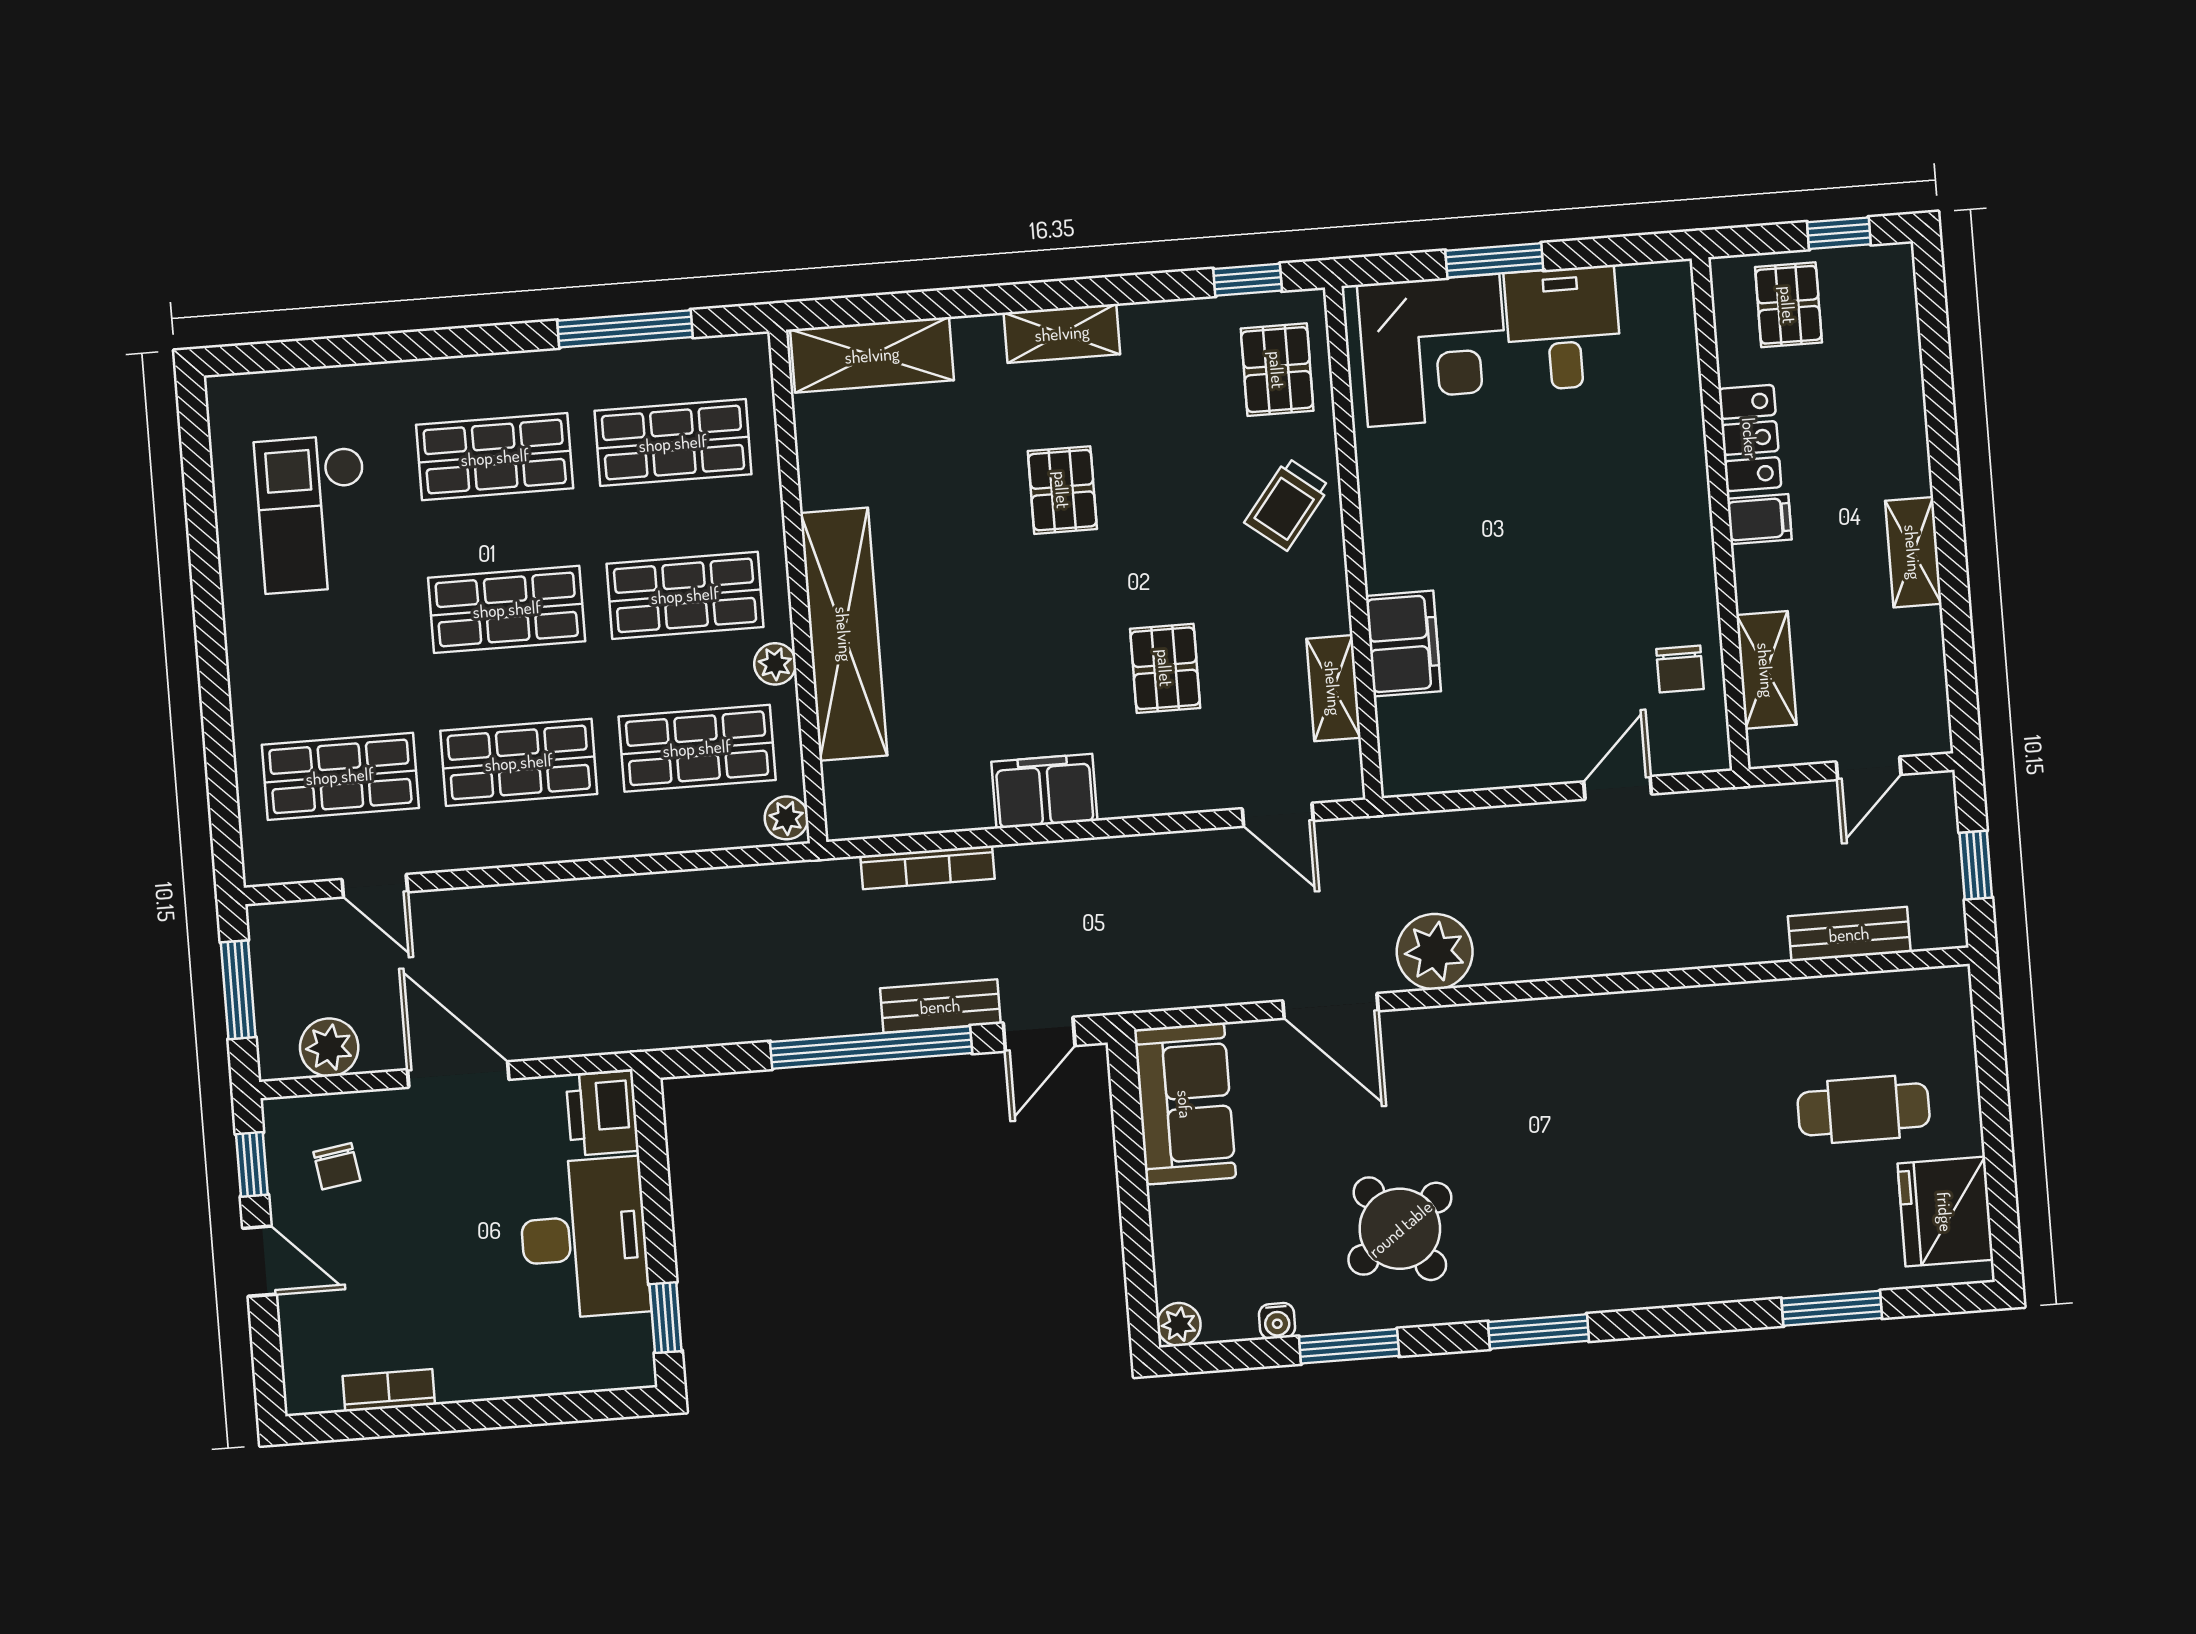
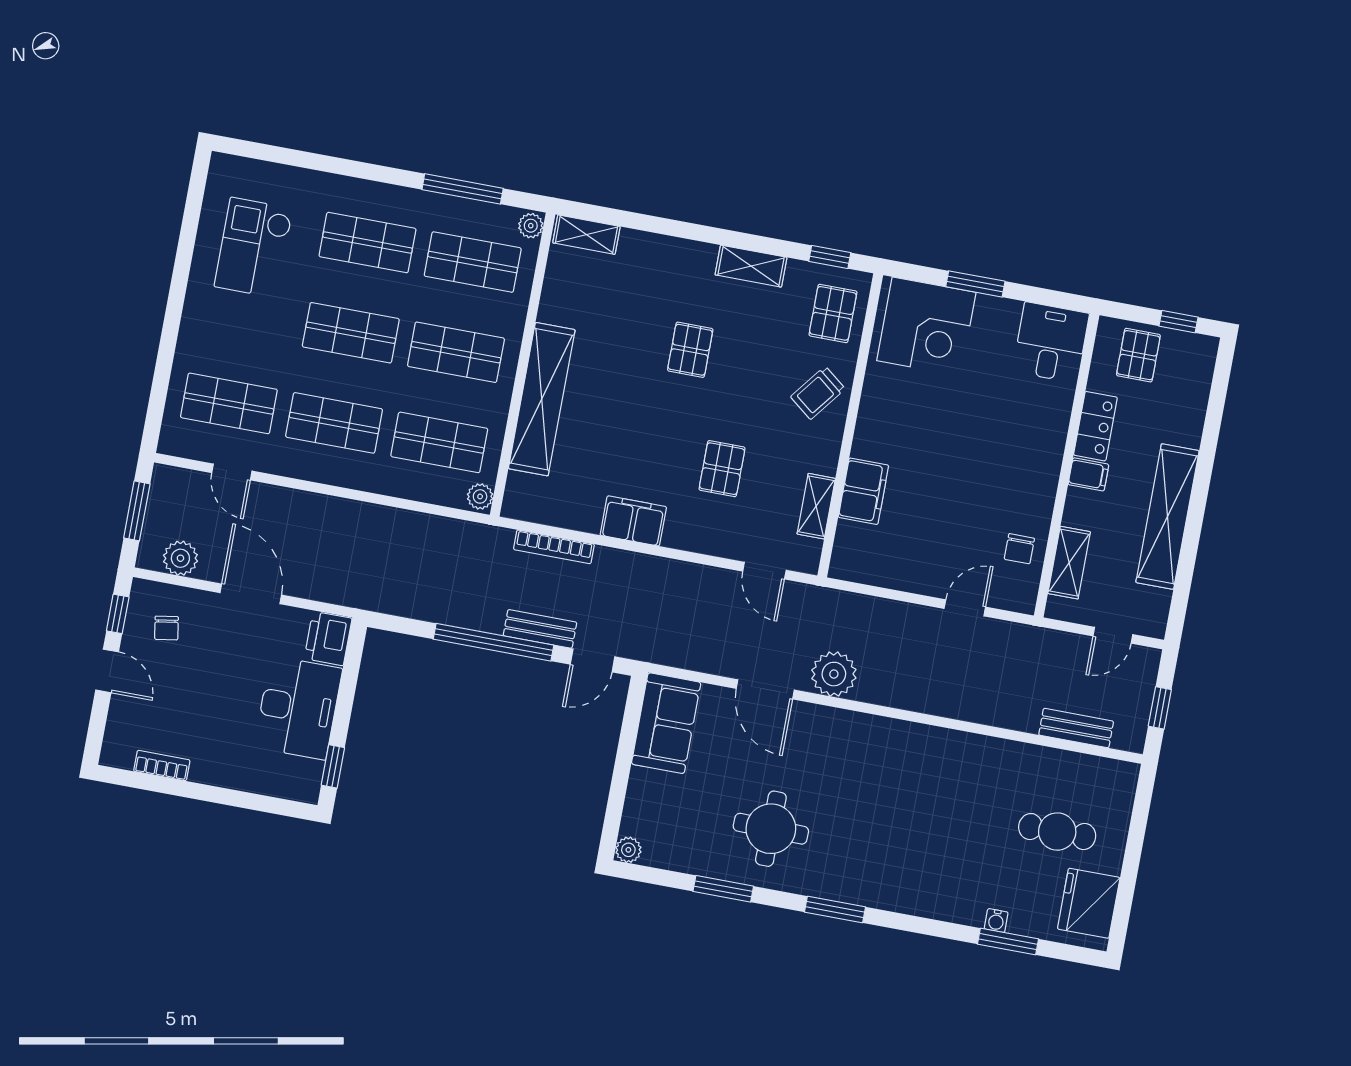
desk: (1563, 328) -> (1051, 342), moved
shelving: (1062, 333) -> (751, 266), moved
shelving: (872, 355) -> (586, 235), width x0.67, depth x0.75
shelving: (1913, 552) -> (1167, 517), width x2.20, depth x1.33
plant: (775, 664) -> (531, 226), moved
round table: (1400, 1229) -> (771, 829), turned 37
water cooler: (1277, 1321) -> (996, 921), moved

